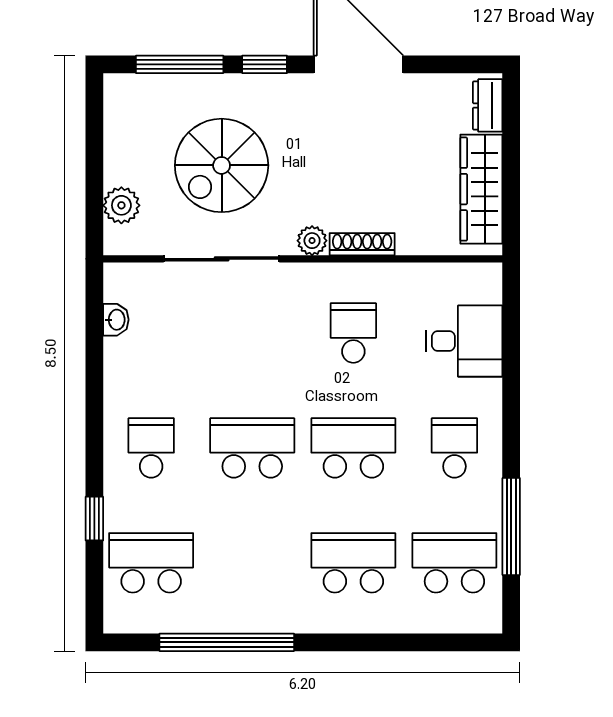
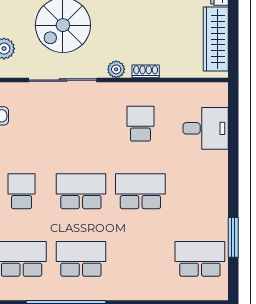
shoe rack: (362, 244) -> (146, 71), width x0.70
school desk: (454, 448) -> (200, 191), removed
window: (511, 526) -> (233, 237), width x0.69
school desk: (353, 563) -> (81, 259), moved

